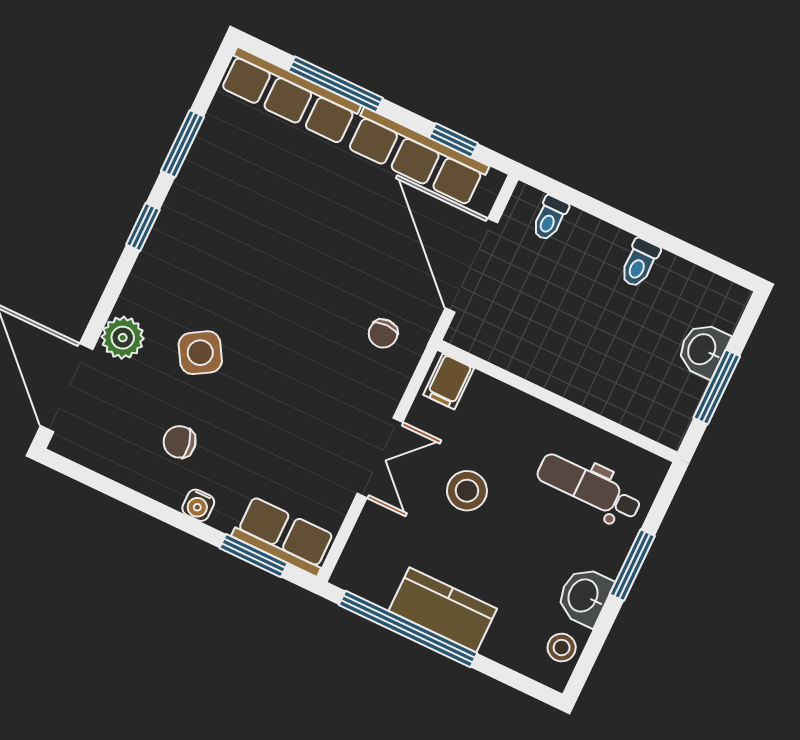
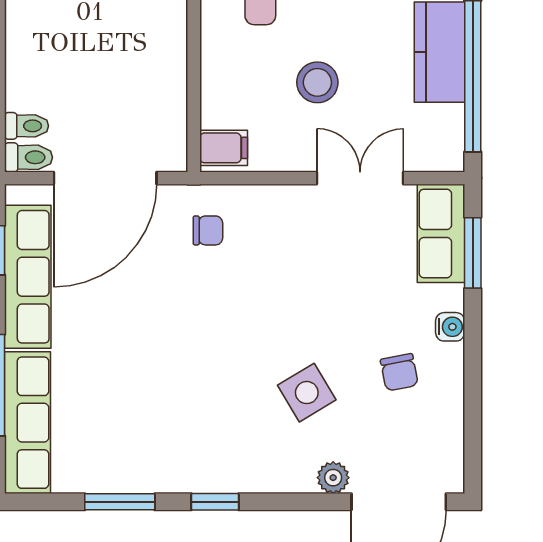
toilet: (639, 263) -> (28, 157), moved
plant: (123, 338) -> (333, 478), width x0.73, depth x0.73
double door: (380, 458) -> (360, 178), moved

